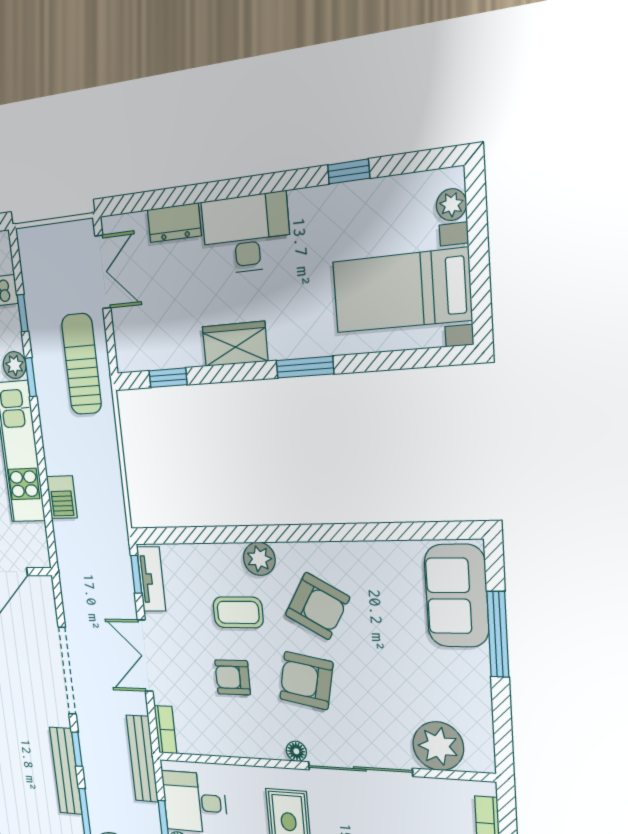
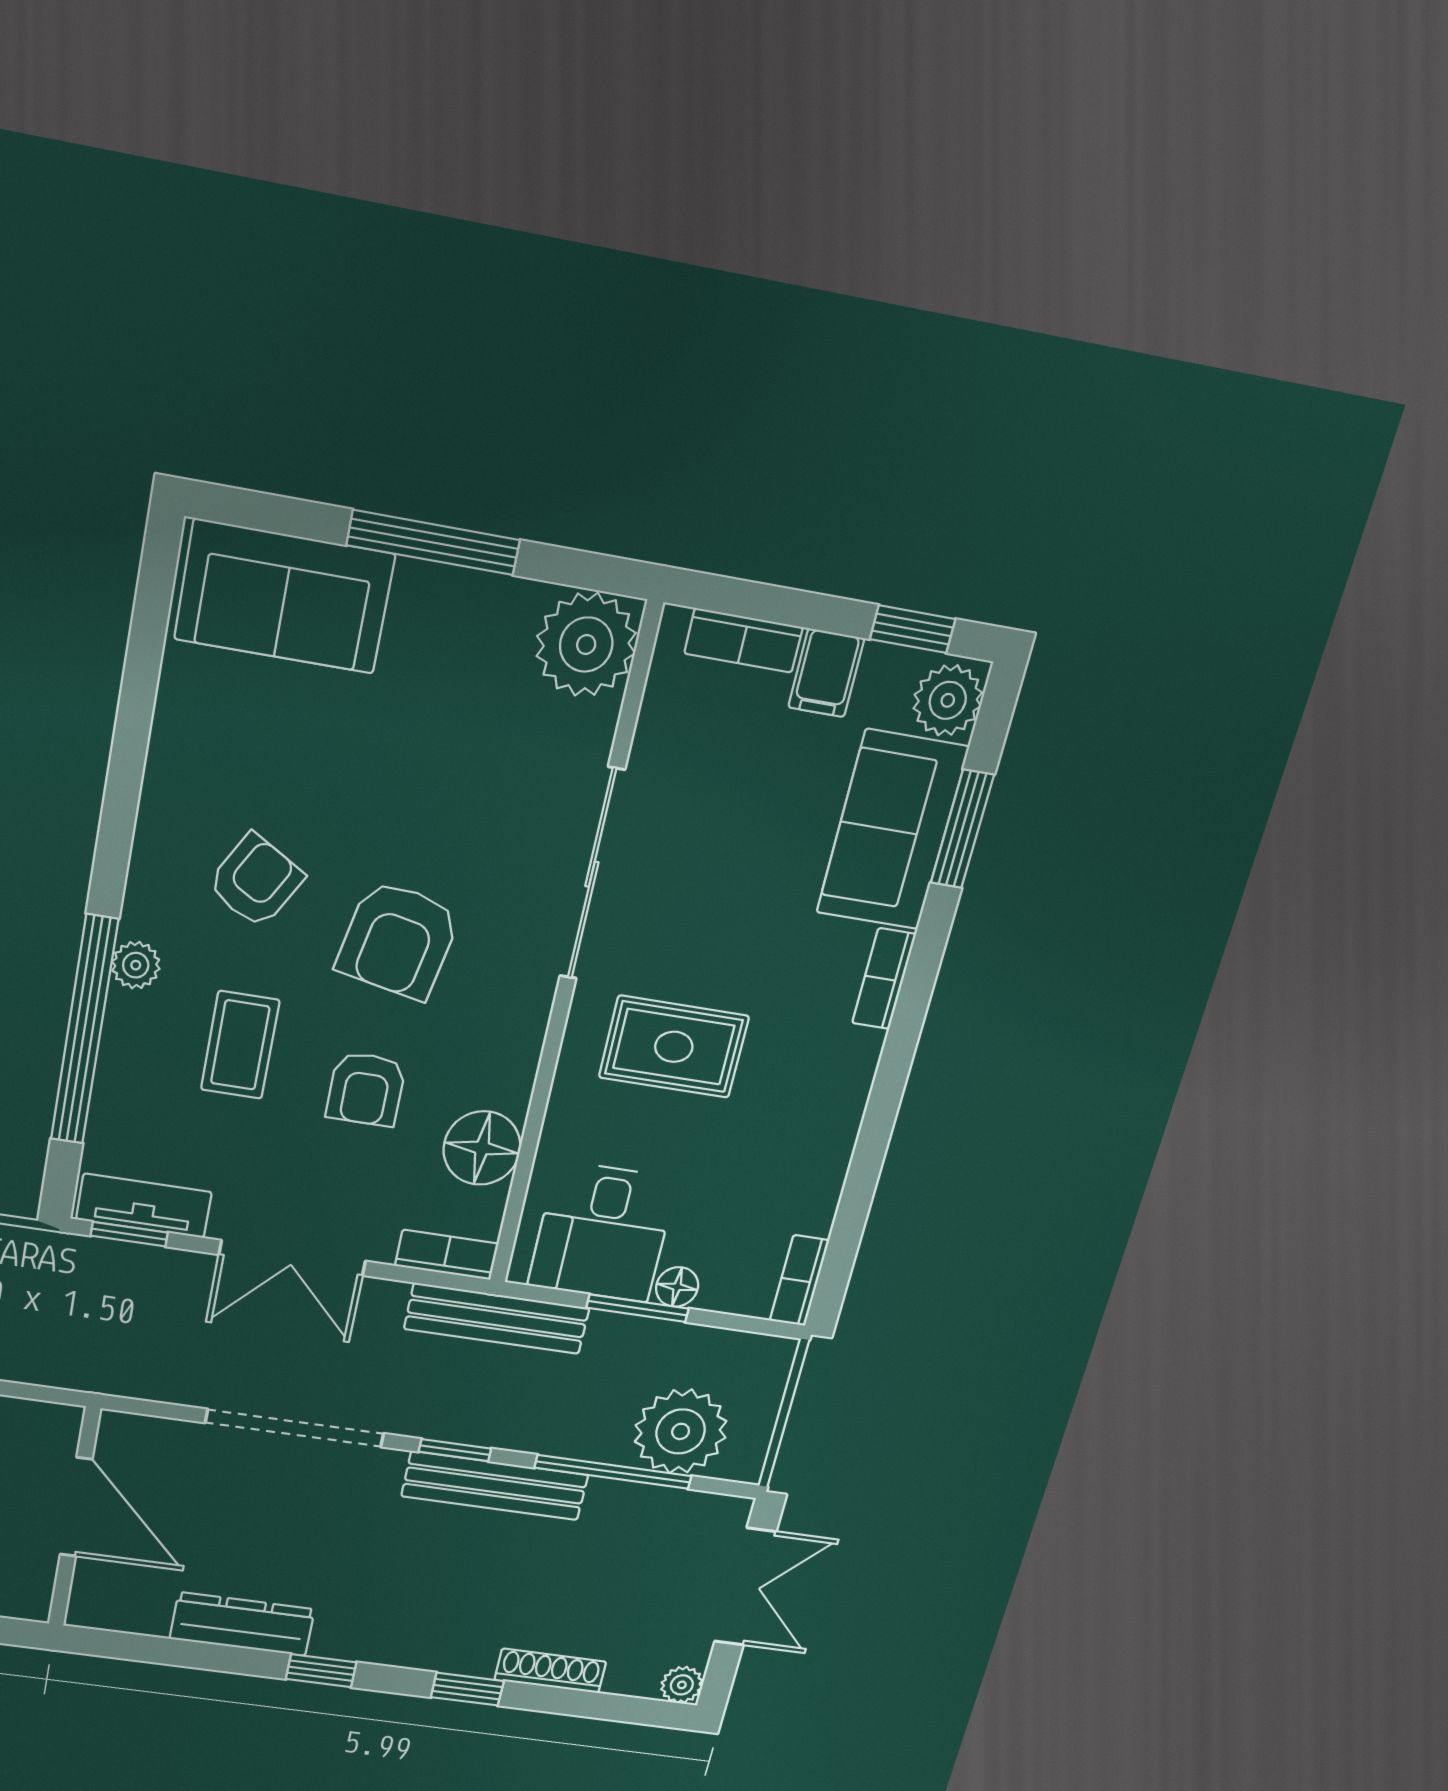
window: (226, 535) -> (84, 1030), added
plant: (259, 559) -> (136, 965), width x0.73, depth x0.73
armchair: (317, 606) -> (256, 881), width x0.72, depth x0.72
window: (498, 634) -> (433, 543), moved
plant: (438, 746) -> (586, 645), moved
floor lamp: (296, 751) -> (482, 1148), moved, width x1.89, depth x1.89

